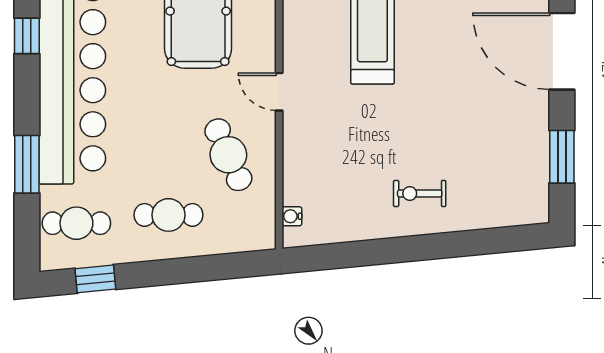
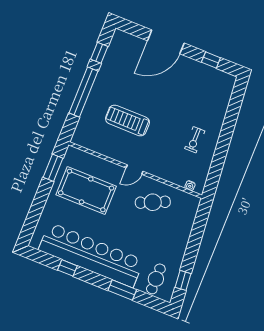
window: (562, 157) -> (211, 60), width x0.67
exercise bike: (420, 193) -> (195, 140), moved
cafe table: (168, 215) -> (168, 238), removed

